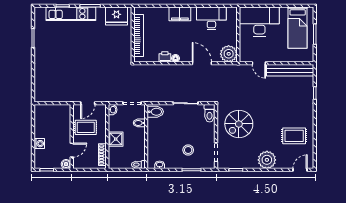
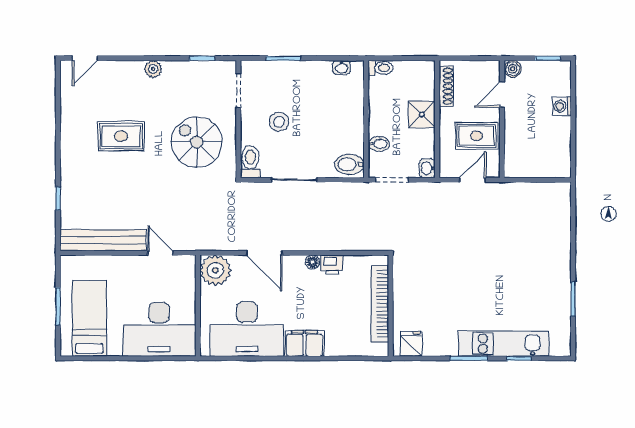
fridge: (116, 16) -> (411, 344), width x0.53, depth x0.75
desk: (211, 18) -> (247, 329), width x1.36, depth x1.30
spiral stairs: (239, 124) -> (197, 142), turned -90
rug: (294, 136) -> (121, 136), moved
stool: (188, 150) -> (279, 122), moved
plant: (267, 160) -> (153, 69), width x0.53, depth x0.53

